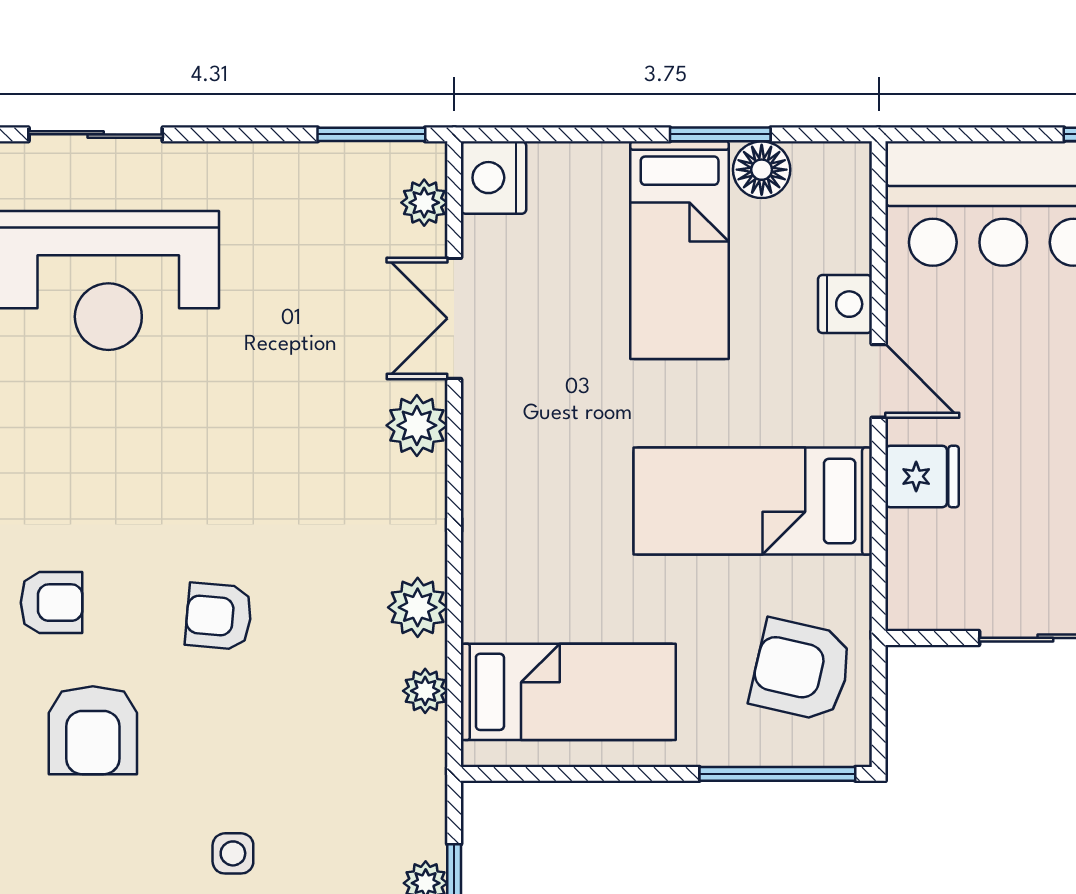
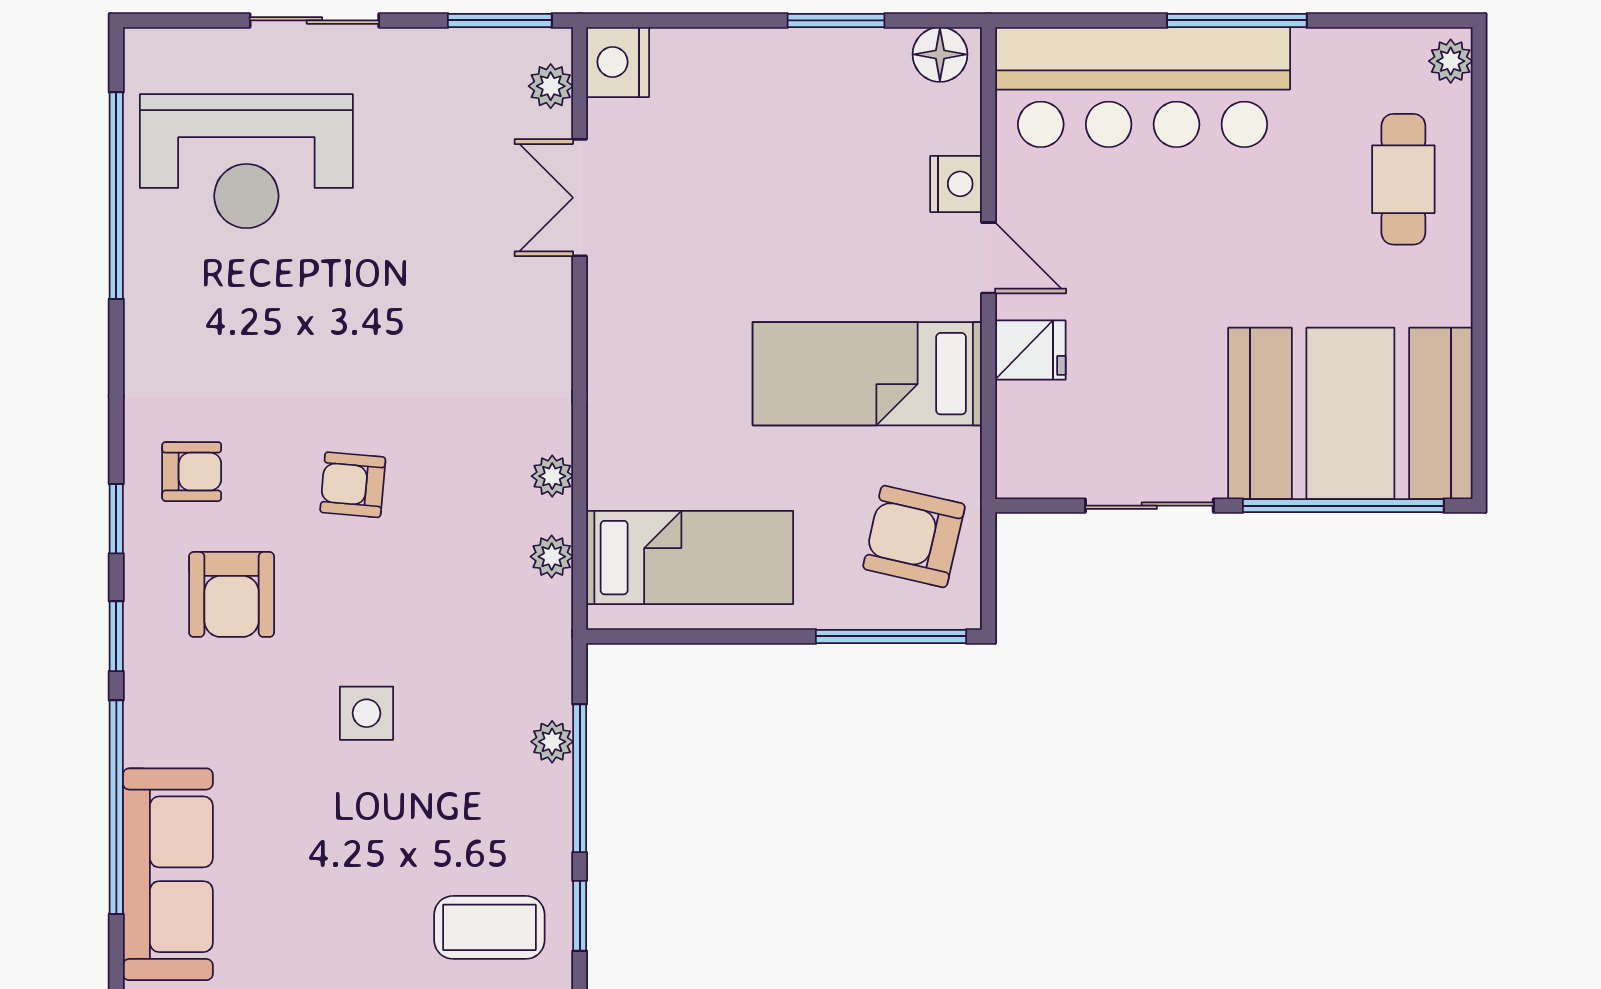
sliding door: (96, 134) -> (314, 20), moved
floor lamp: (762, 170) -> (940, 54), moved
bed: (680, 250) -> (797, 132), removed
plant: (417, 425) -> (544, 301), removed
plant: (418, 607) -> (552, 476), width x0.73, depth x0.73
side table: (233, 853) -> (366, 713), width x1.37, depth x1.37

